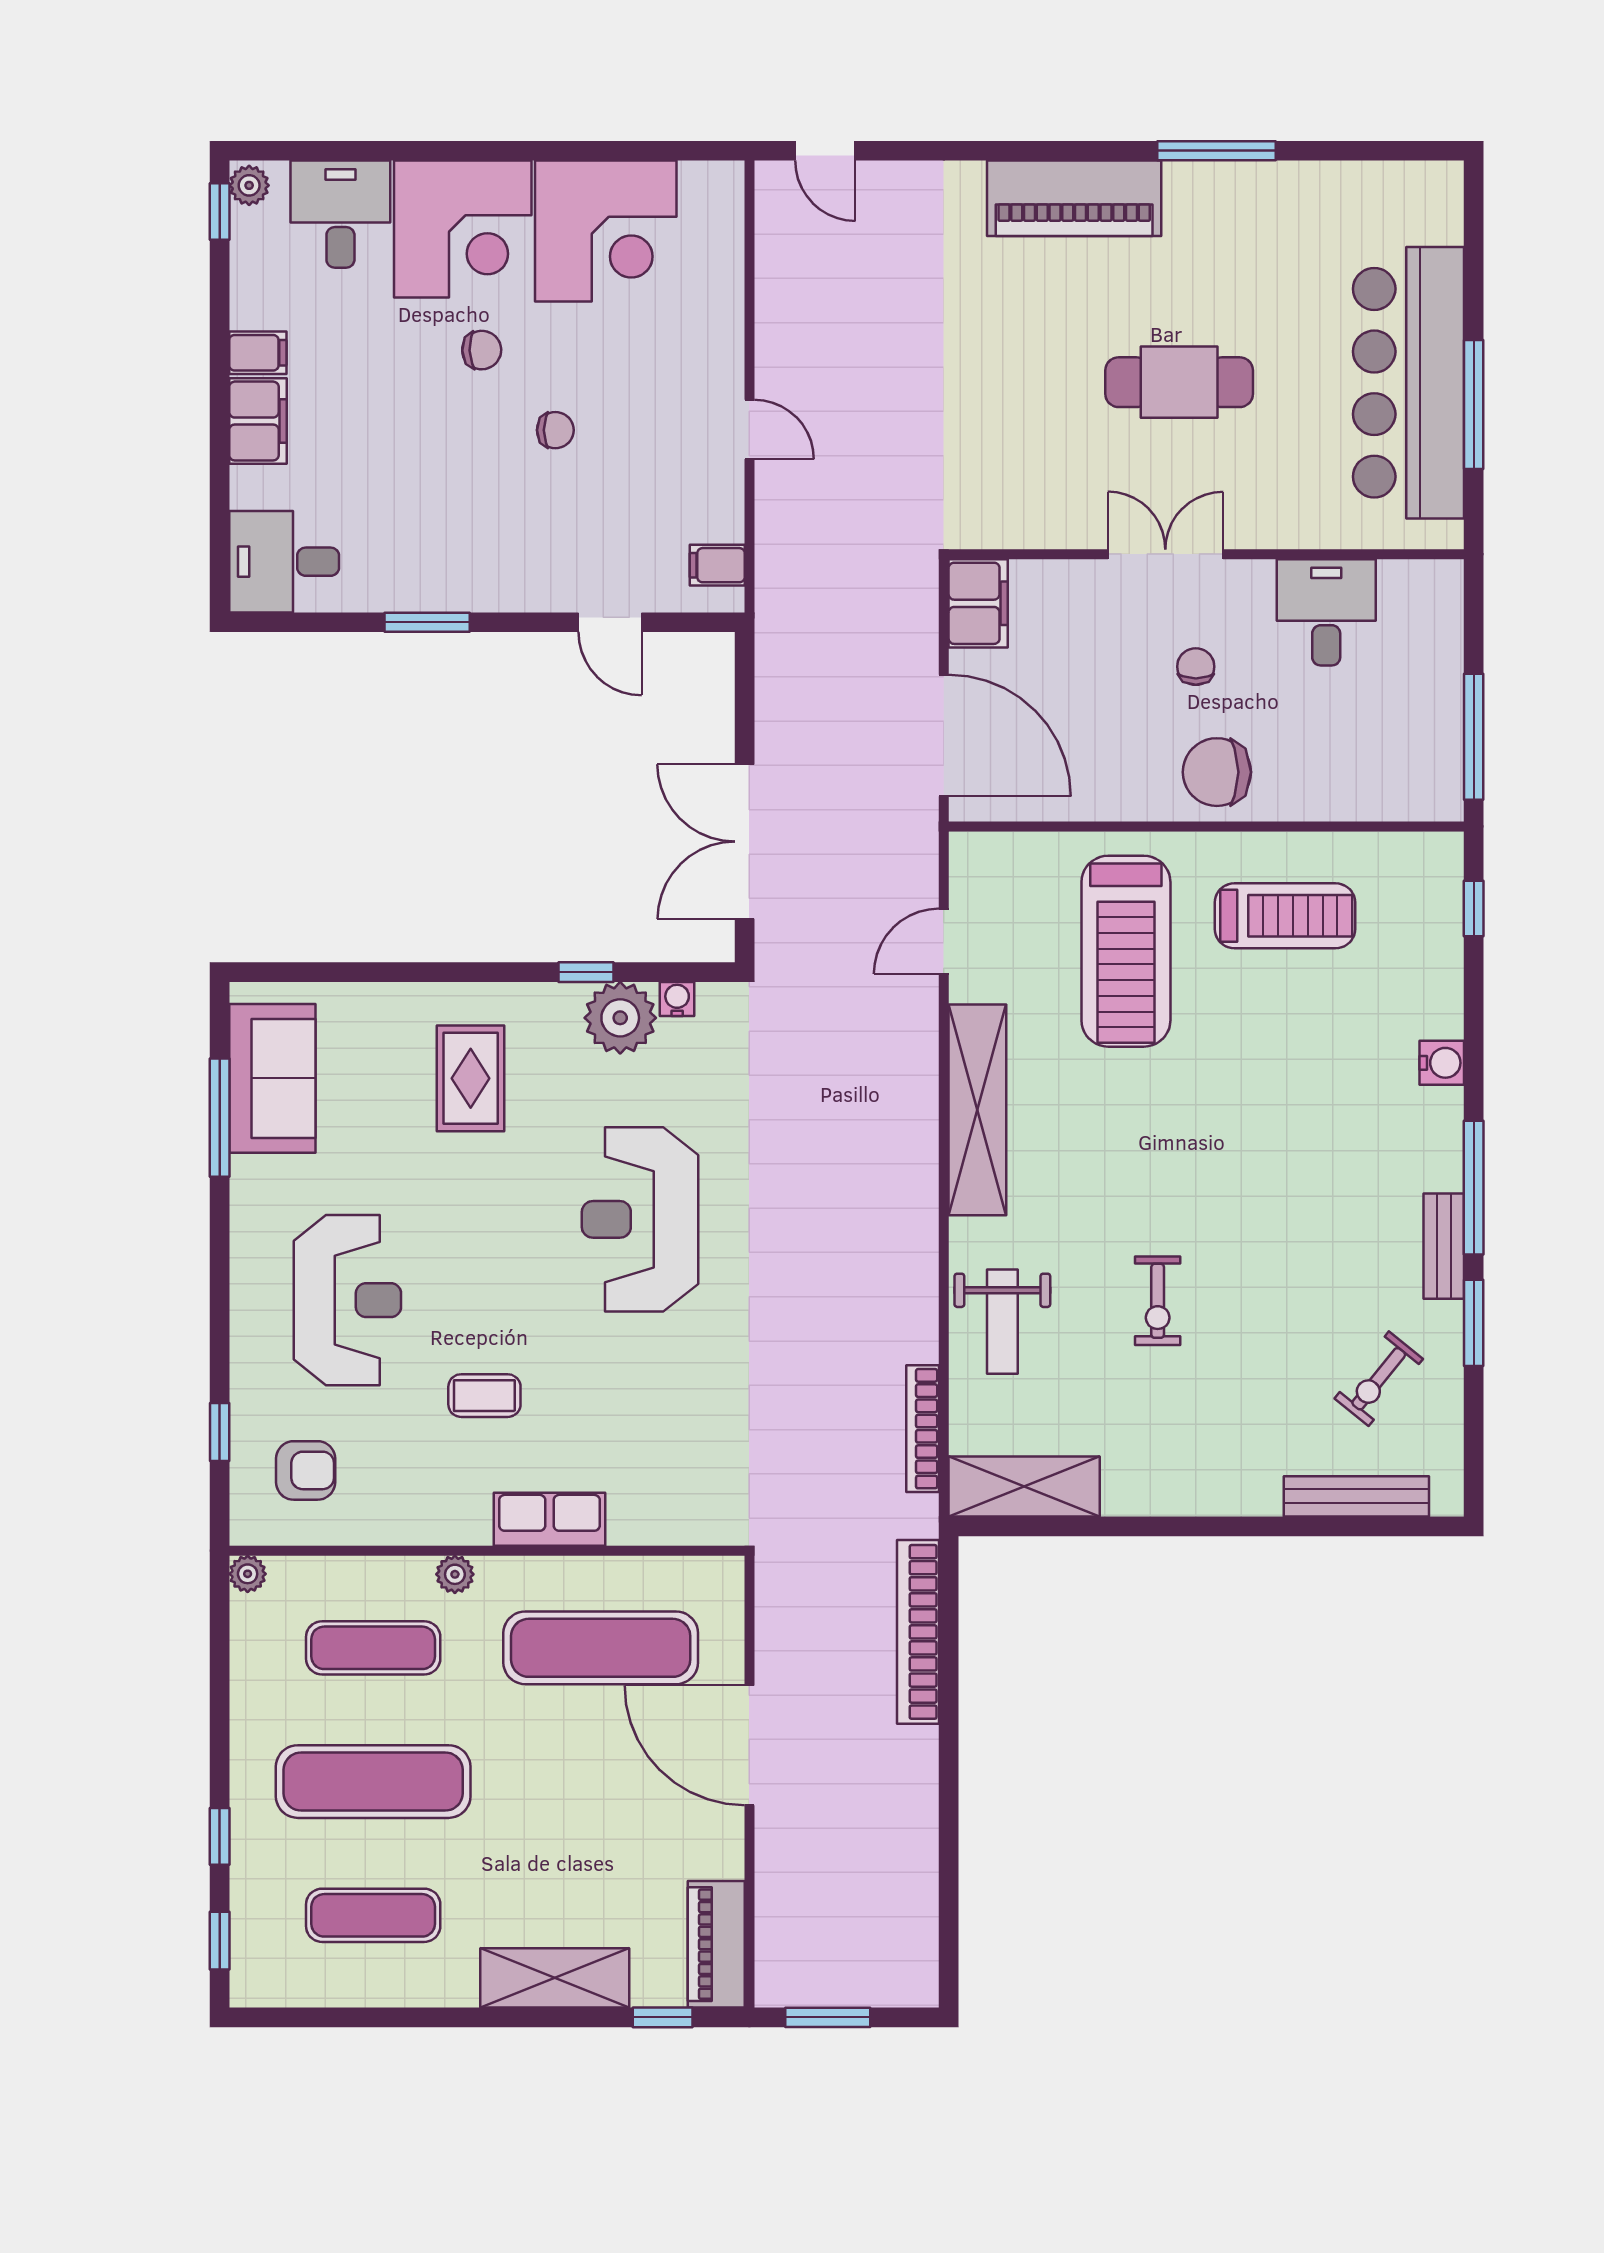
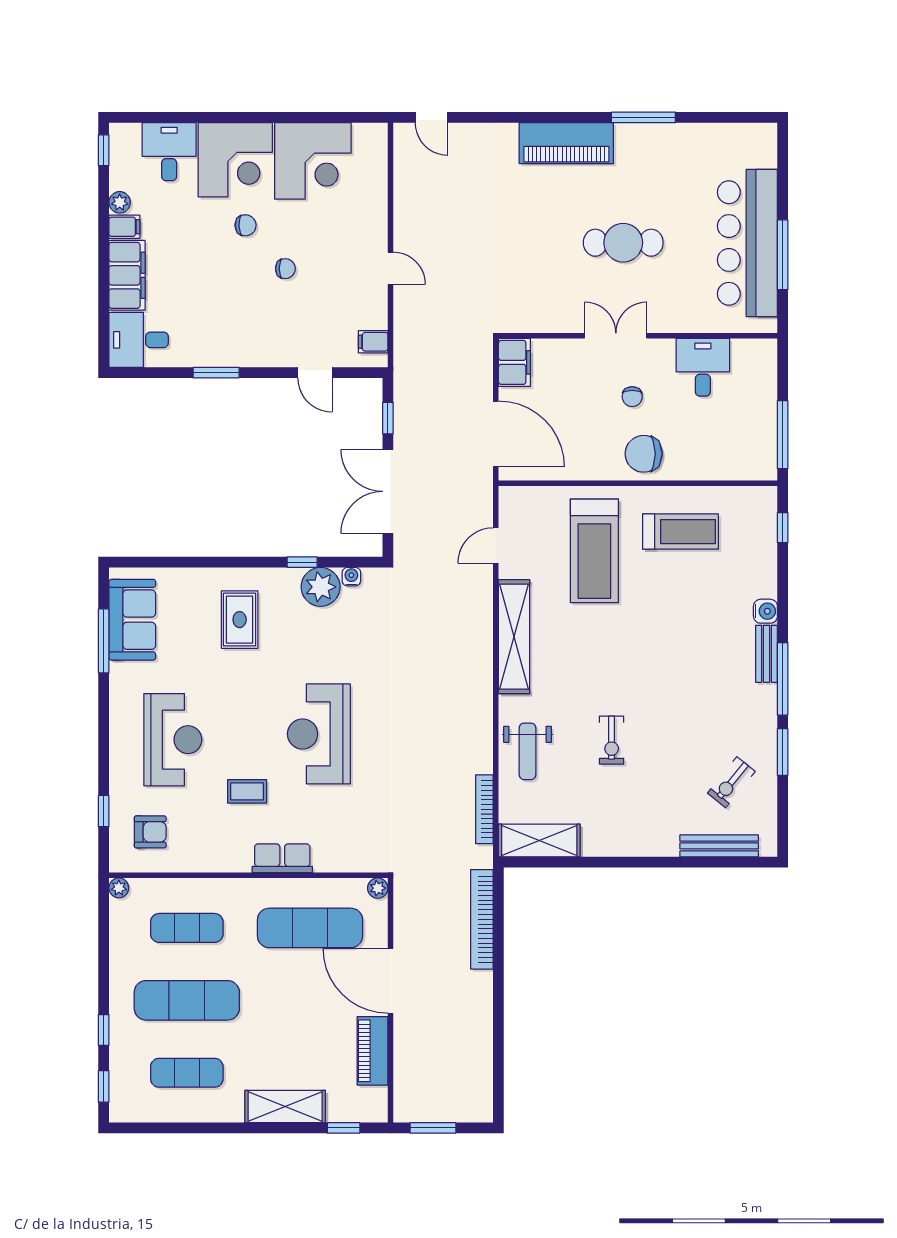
plant: (249, 185) -> (120, 202), moved
filing cabinet: (258, 421) -> (127, 275), width x1.50, depth x1.17
chair: (1196, 667) -> (632, 397), turned 180
window: (745, 706) -> (388, 418), added
reception desk: (640, 1219) -> (319, 734), moved
bench: (1444, 1246) -> (767, 654), moved
plant: (455, 1574) -> (378, 888), moved
piano: (716, 1944) -> (373, 1051), moved

